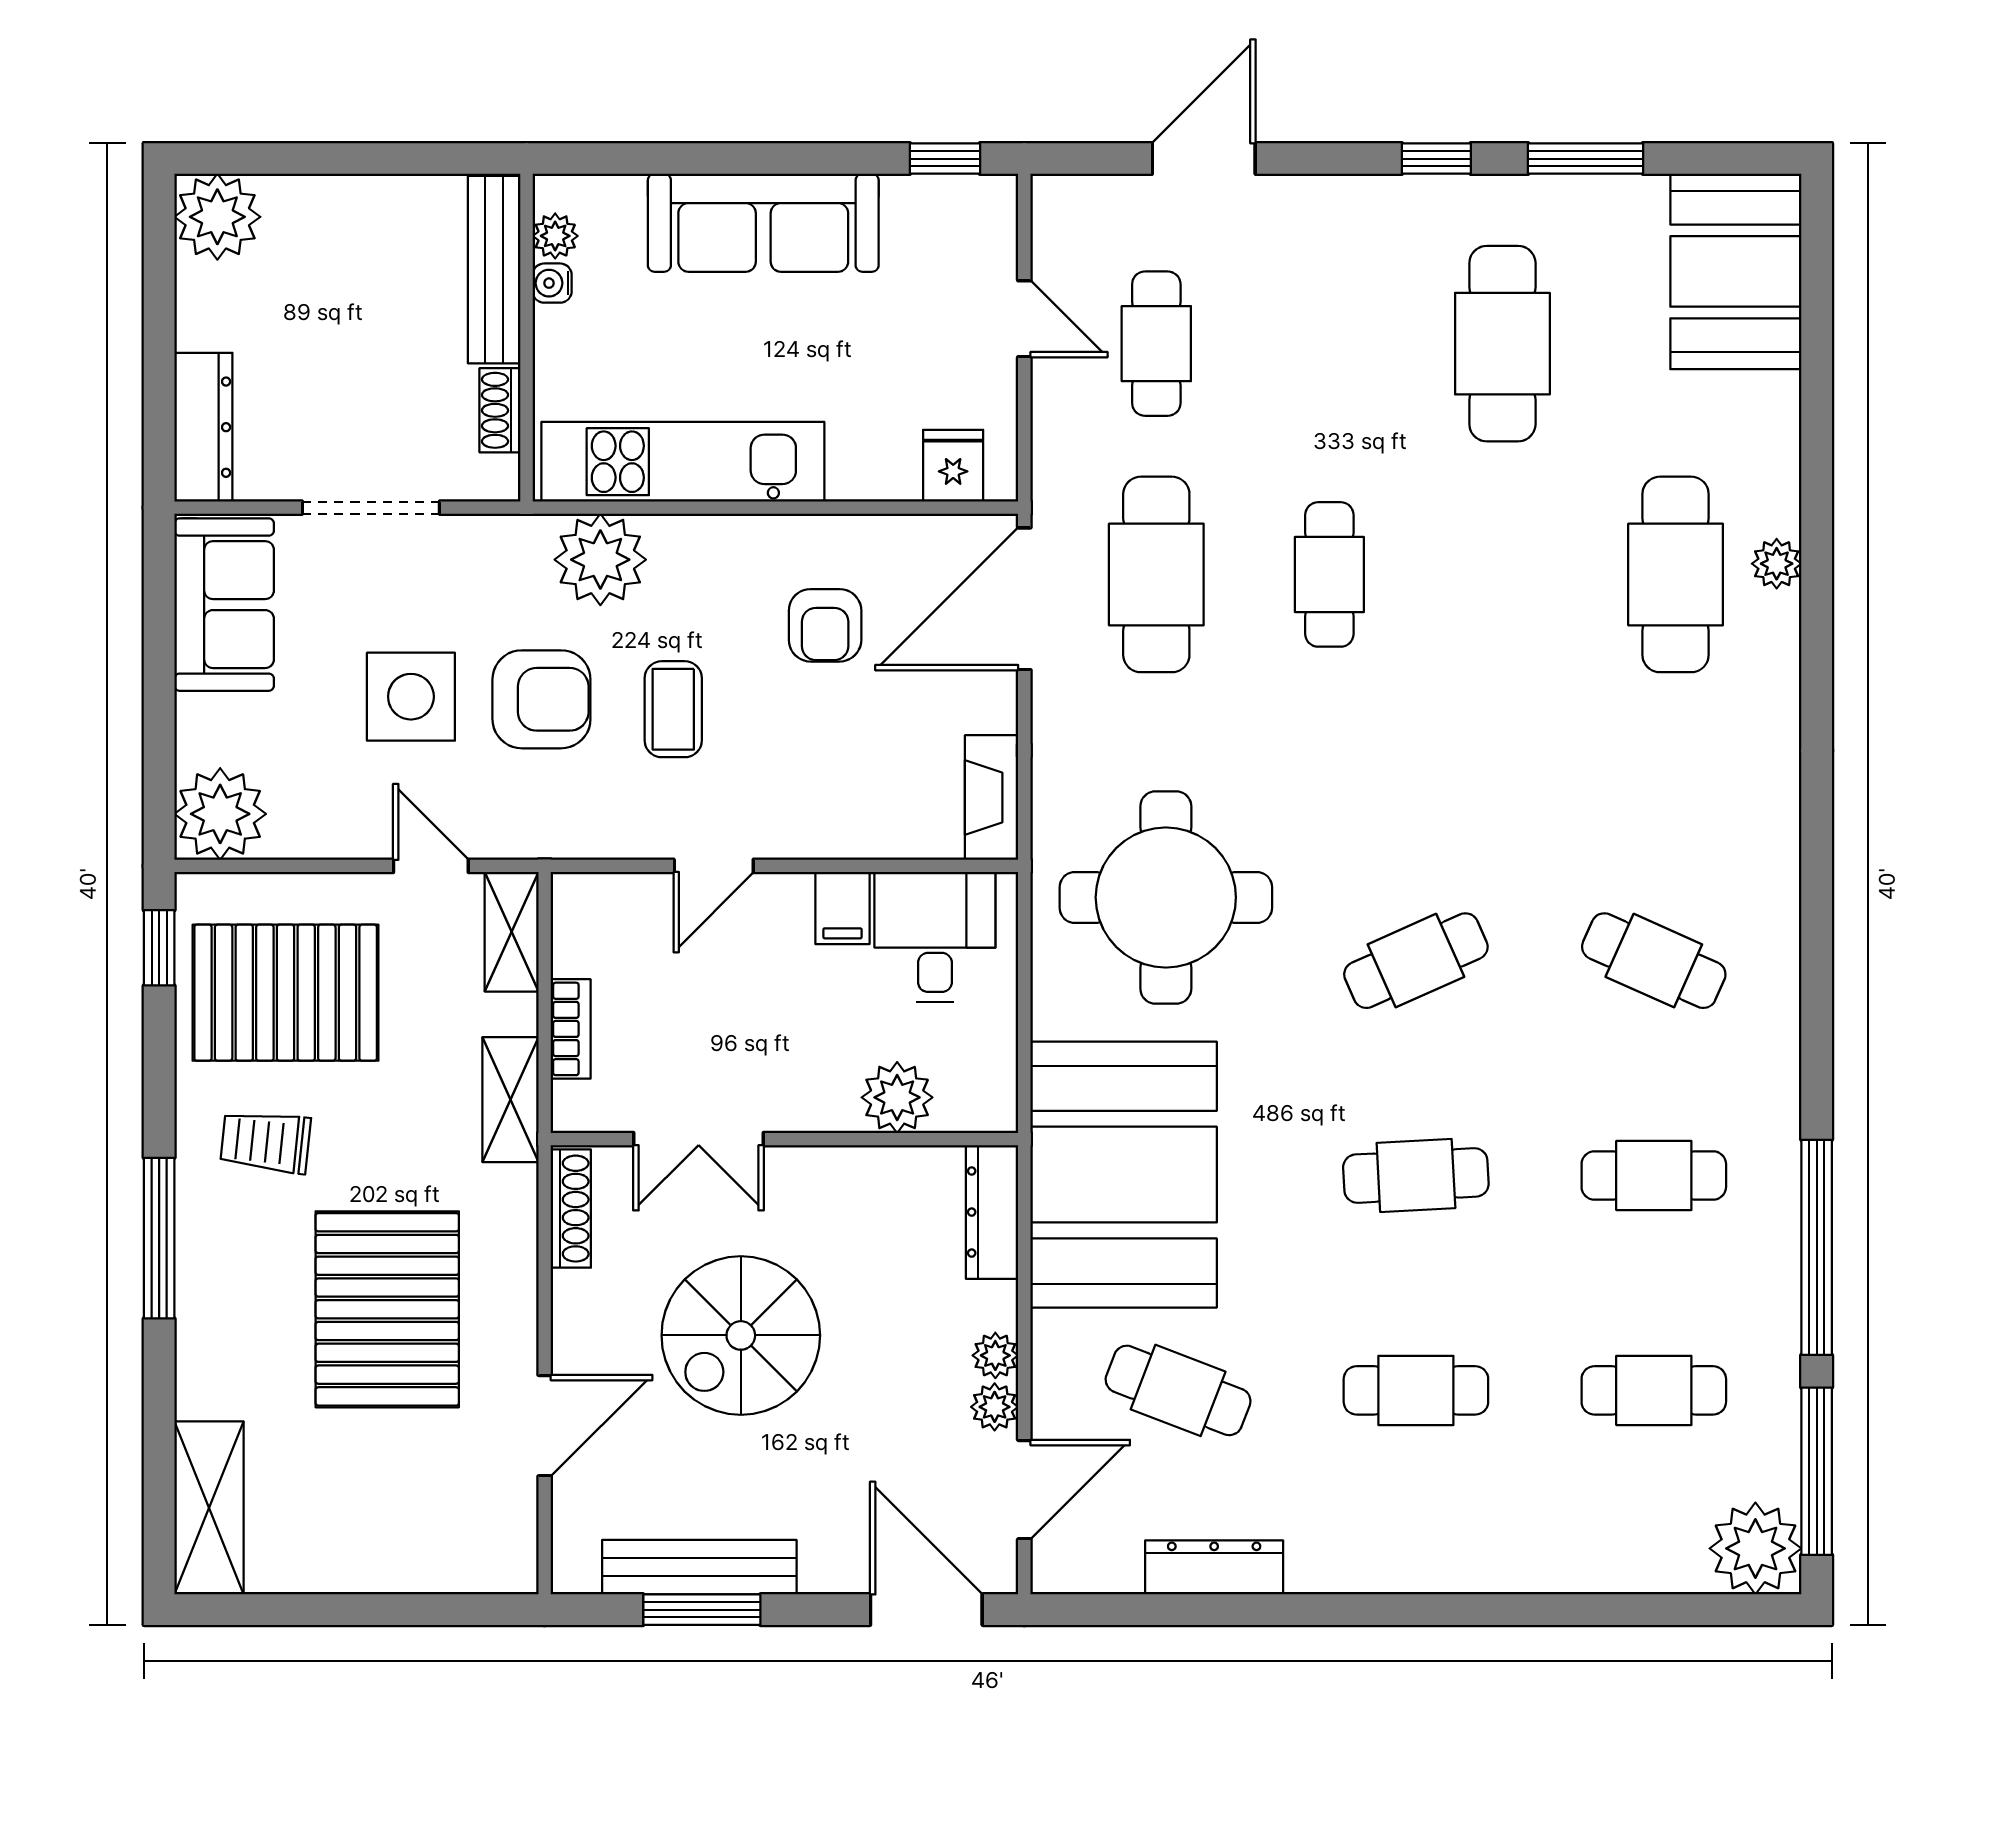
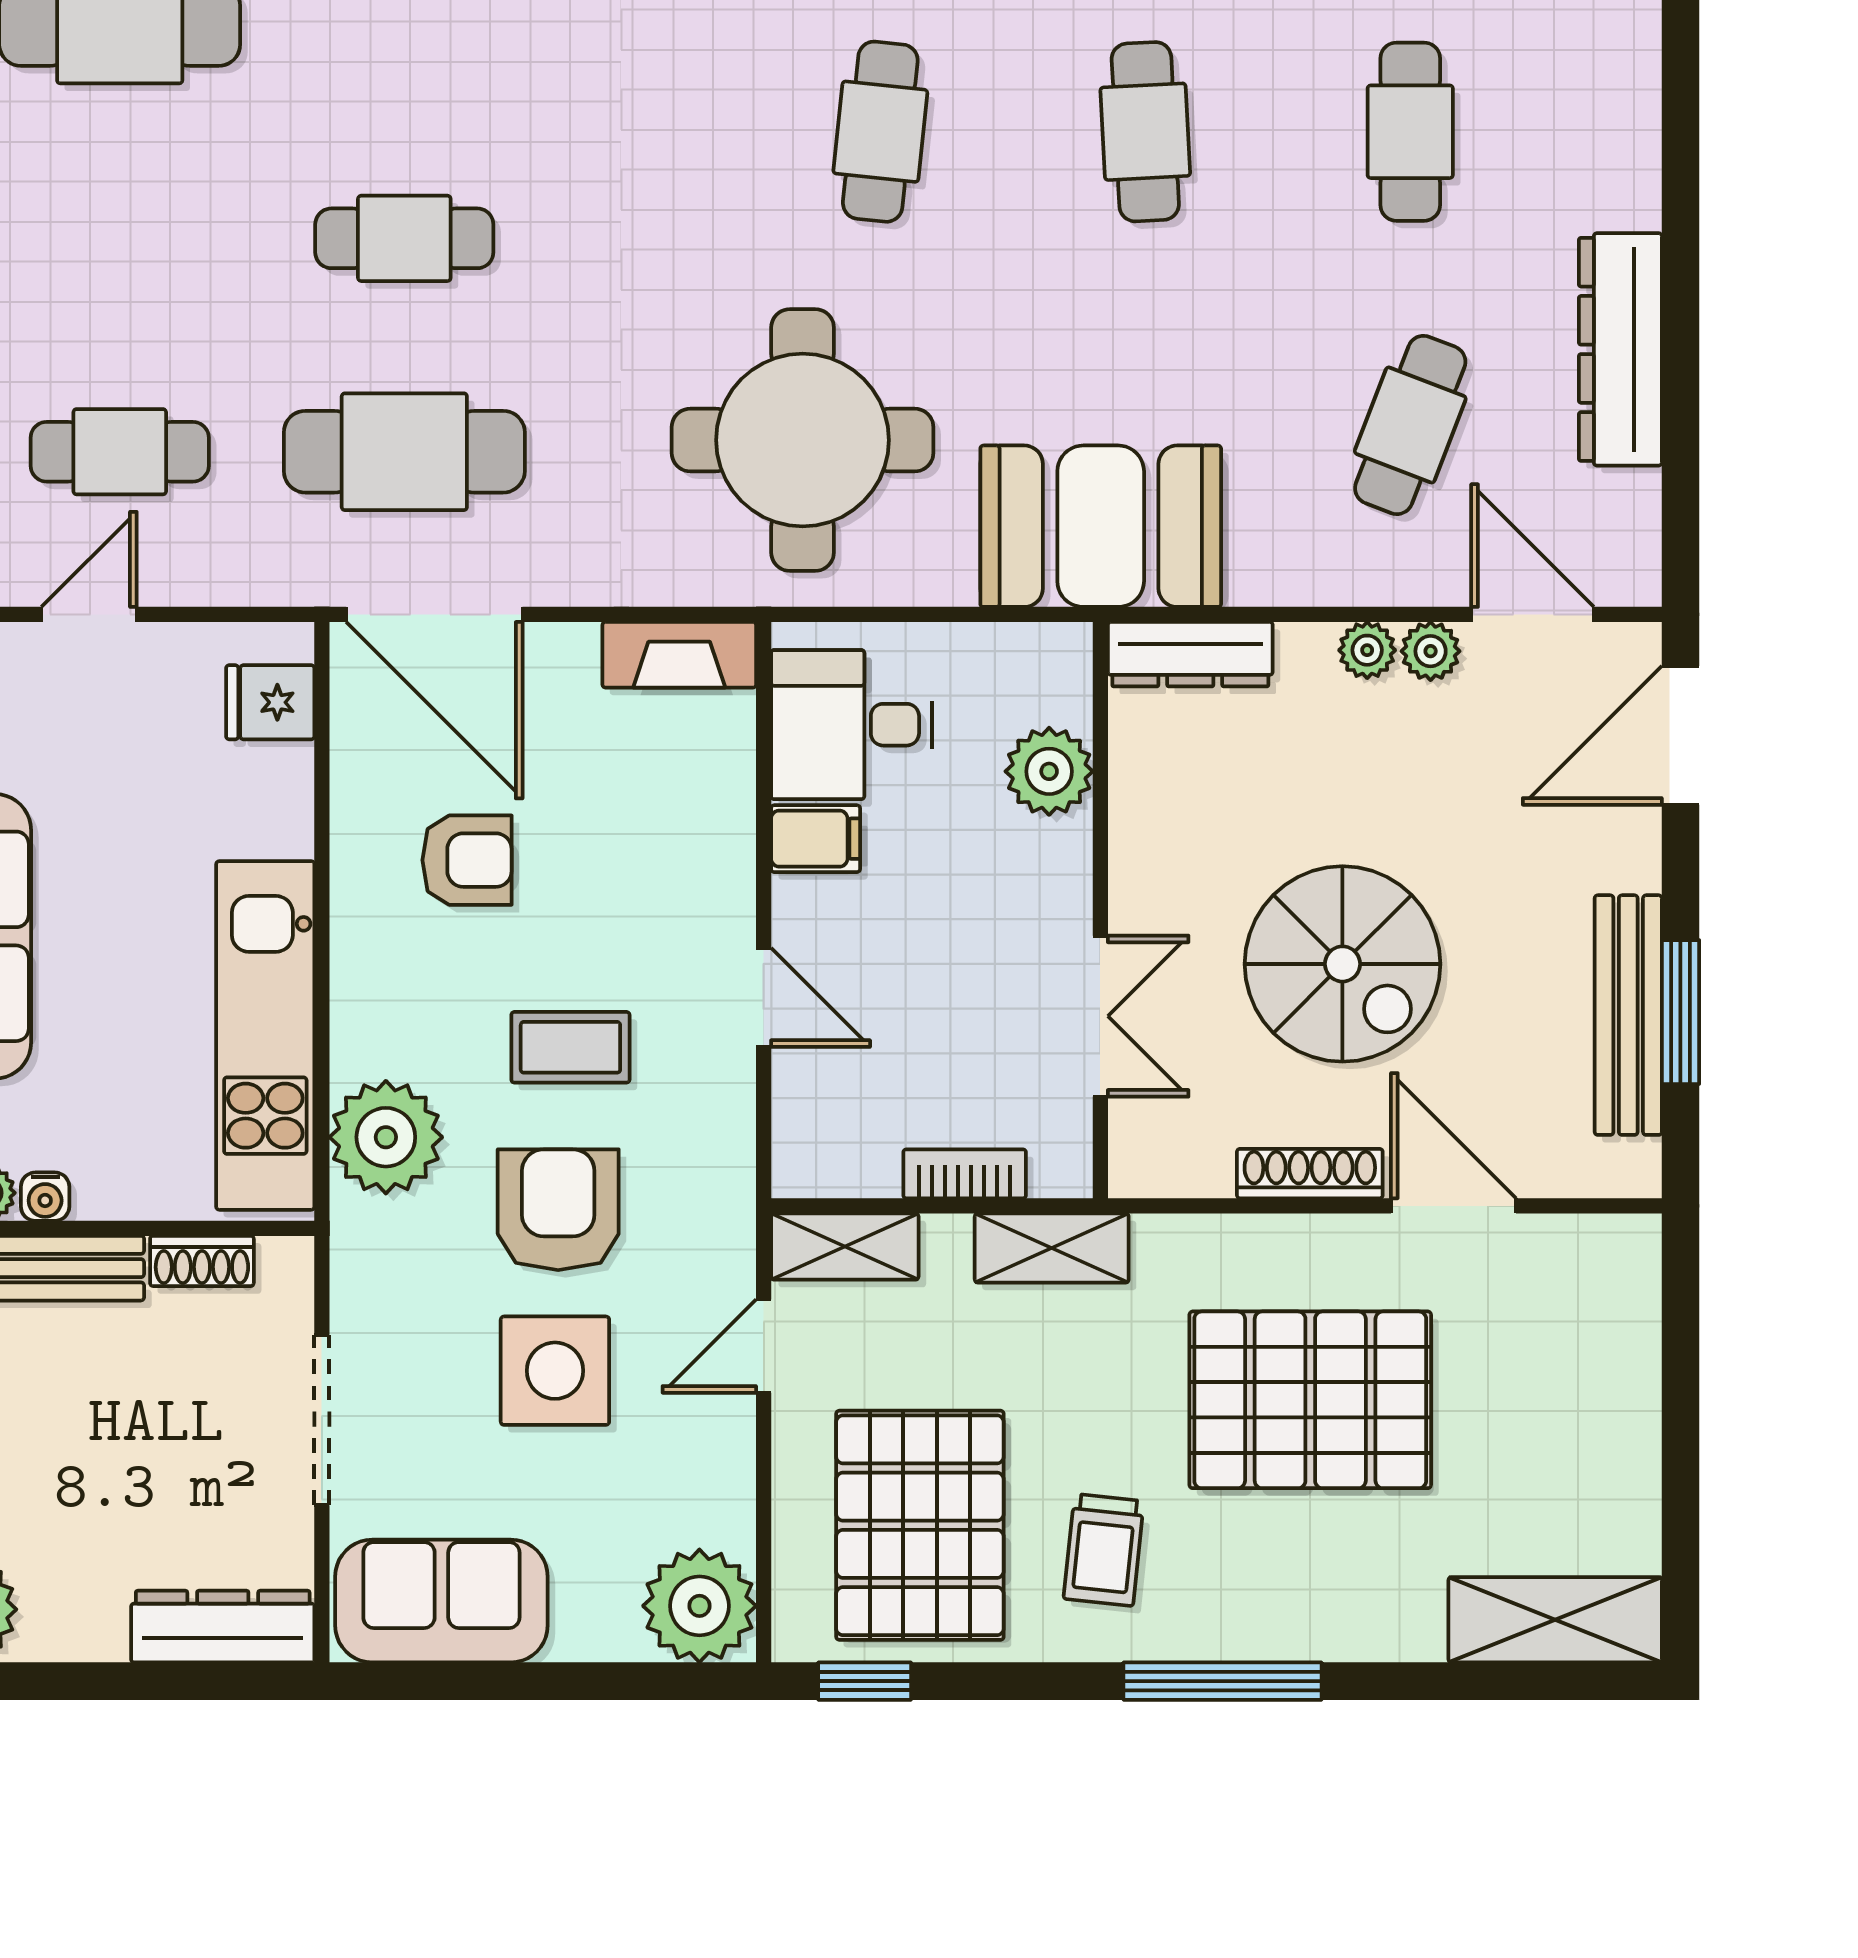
cafe table: (1416, 961) -> (880, 132), turned 30
booth: (1124, 1175) -> (1101, 526), width x0.73, depth x0.70
shoe rack: (571, 1209) -> (1310, 1174), moved
dresser: (1214, 1567) -> (1620, 349), width x1.37, depth x1.24

